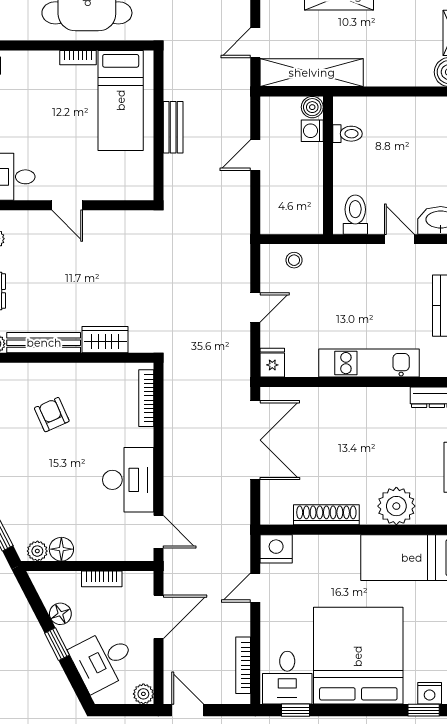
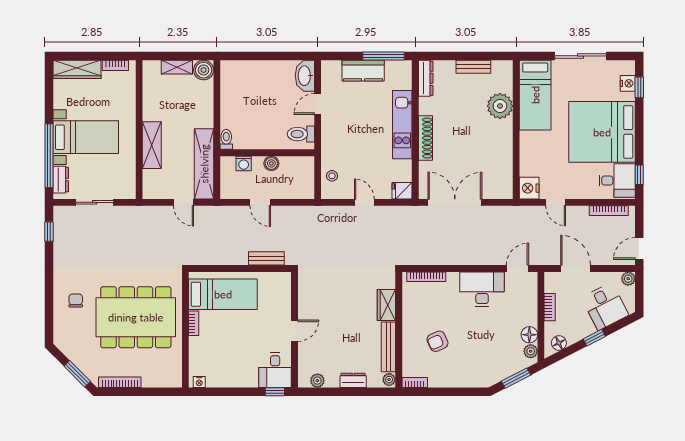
boiler: (312, 107) -> (271, 163), moved
bench: (173, 127) -> (266, 258), moved
toilet: (347, 134) -> (226, 139), moved
shoe rack: (326, 515) -> (425, 138), moved, turned 180
floor lamp: (60, 614) -> (559, 343), moved

